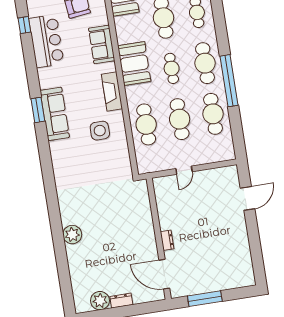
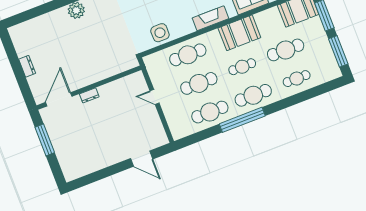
side table: (100, 131) -> (160, 33), moved
plant: (100, 301) -> (23, 47), removed

